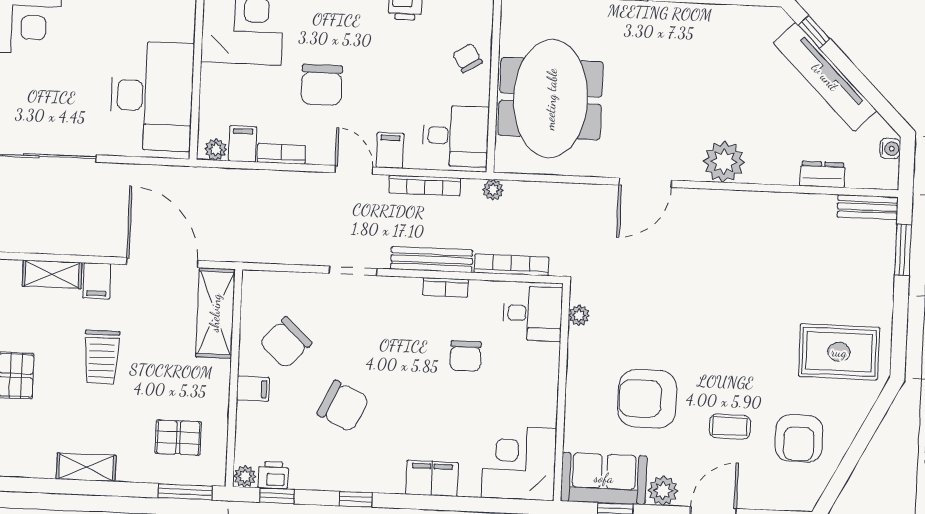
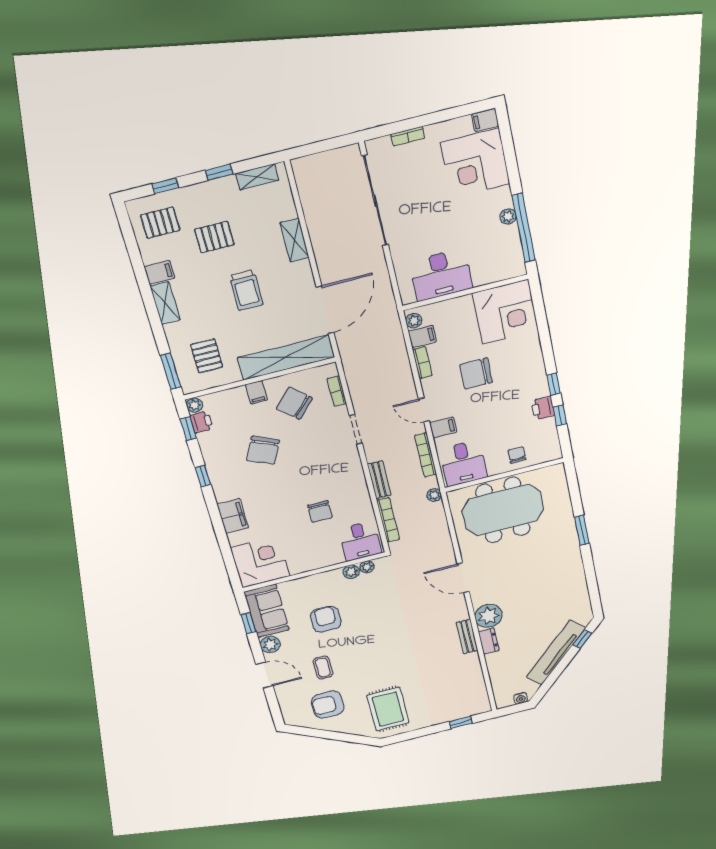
chair: (467, 58) -> (517, 455), turned -59
desk: (152, 96) -> (441, 275), width x0.73, depth x0.77
door: (354, 170) -> (424, 410), swing flipped
dresser: (823, 174) -> (489, 641), moved
bench: (868, 207) -> (467, 636), moved
window: (903, 250) -> (461, 722), width x0.67
bench: (432, 260) -> (379, 480), width x0.73
filing cabinet: (97, 281) -> (159, 272), moved, turned 180
bookcase: (445, 287) -> (337, 391), moved
shelving: (215, 313) -> (286, 358), width x1.47
plant: (579, 340) -> (351, 572), added
chair: (466, 356) -> (320, 511), turned -90
trolley: (102, 357) -> (246, 290), turned -90
armchair: (647, 399) -> (326, 619), width x0.73, depth x0.73

